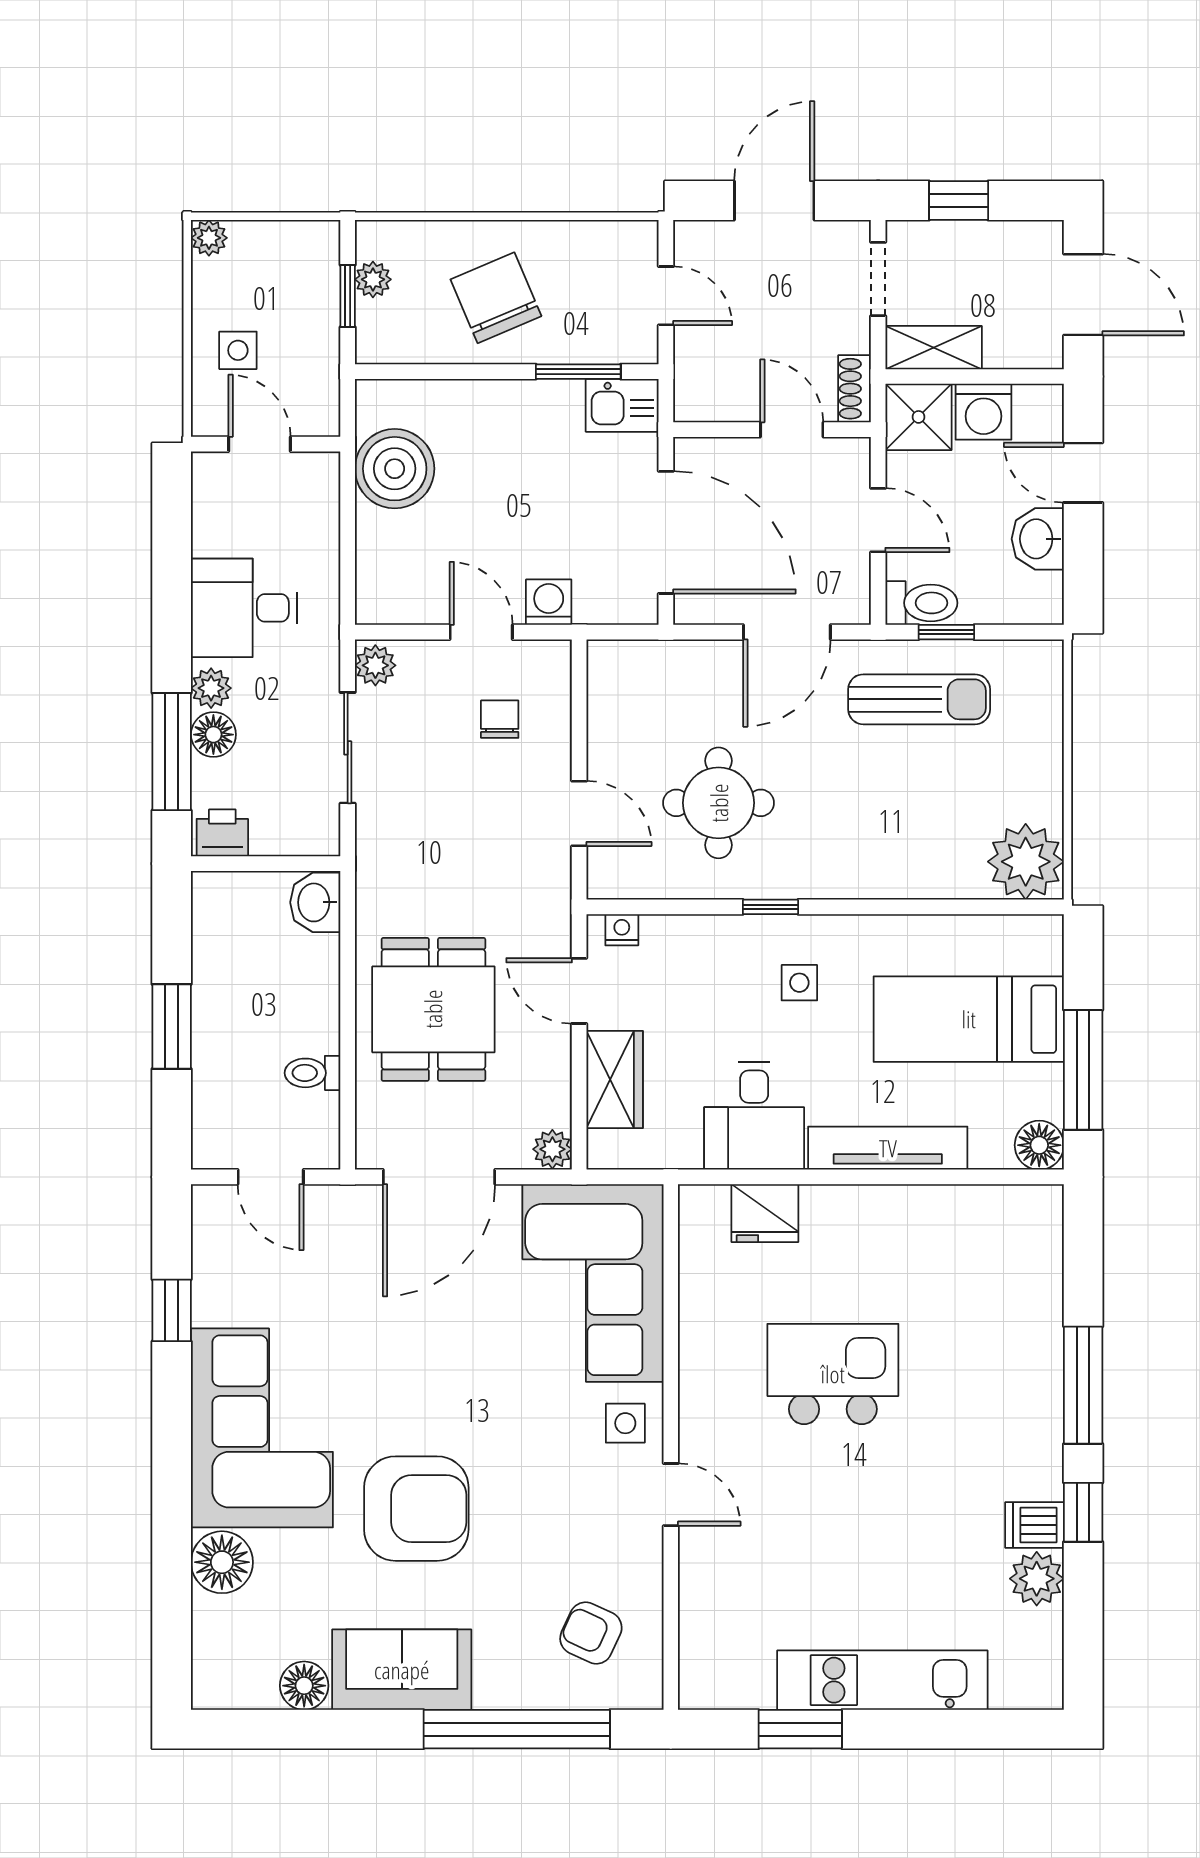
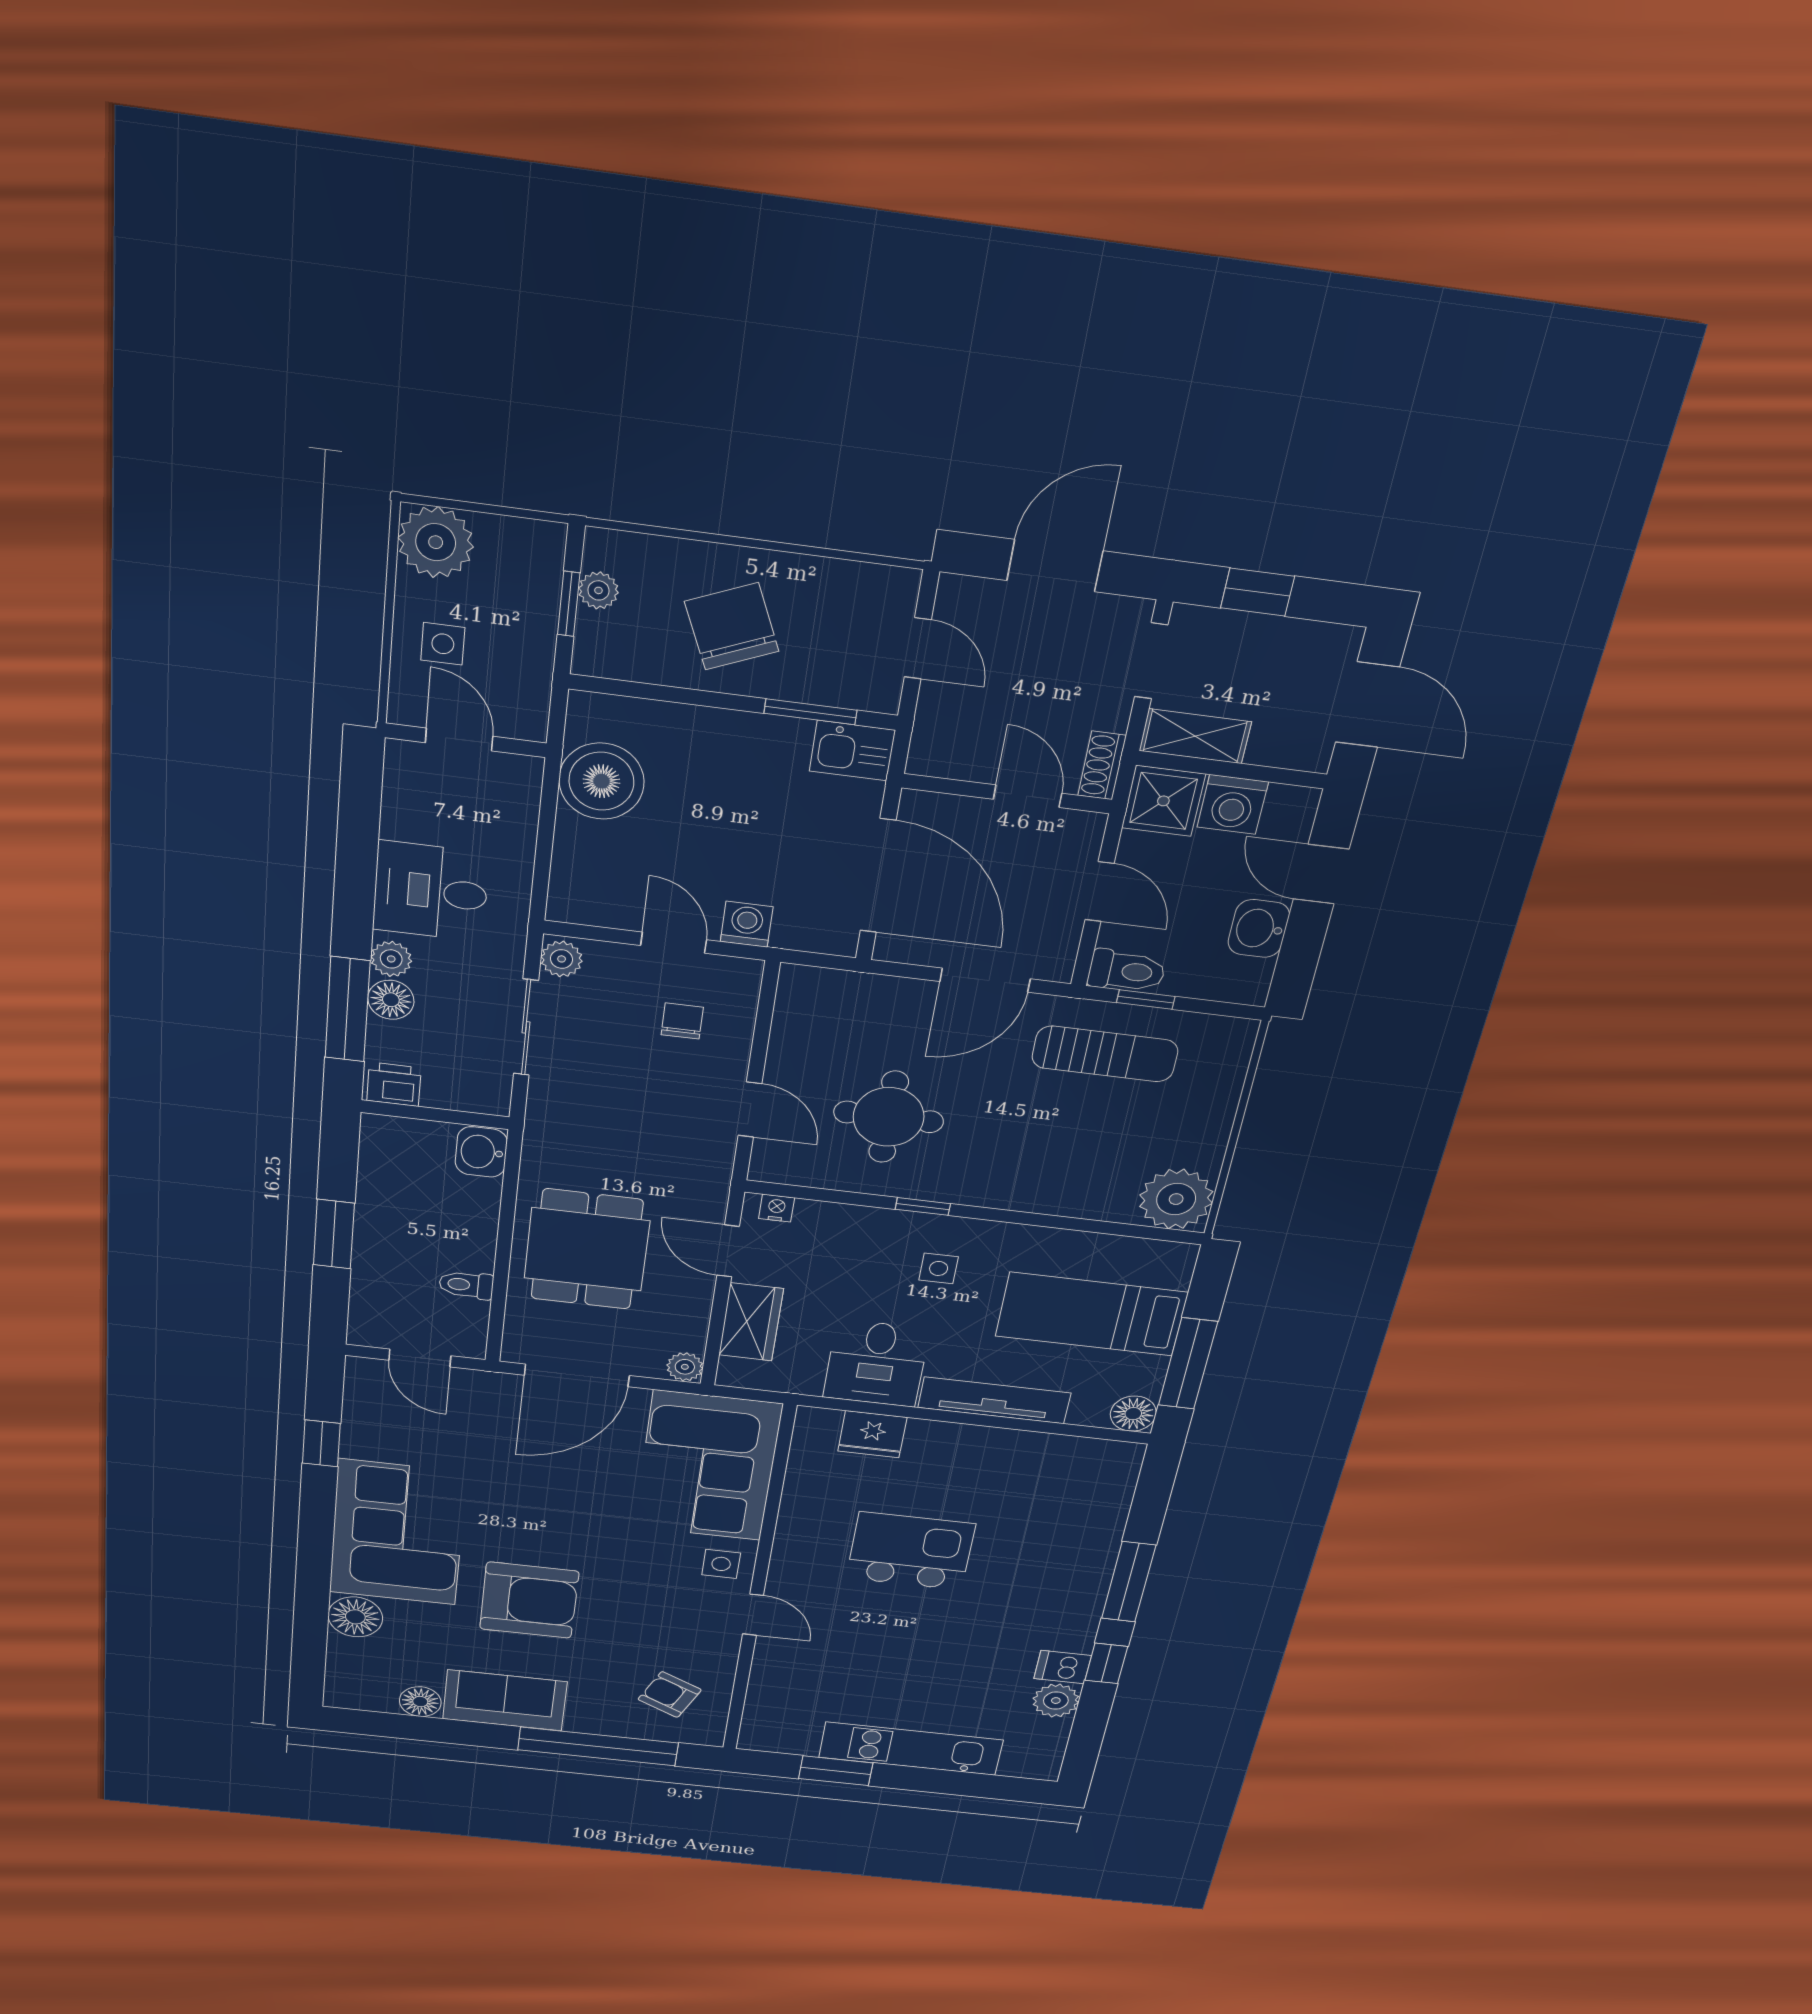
plant: (209, 238) -> (436, 542), width x1.88, depth x1.88

